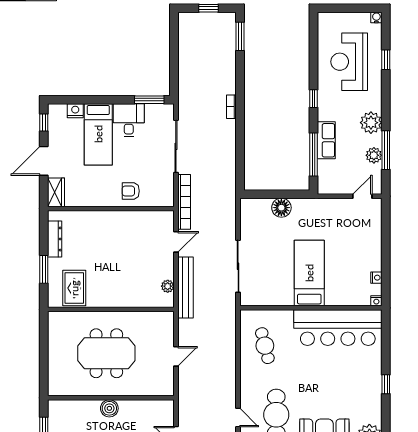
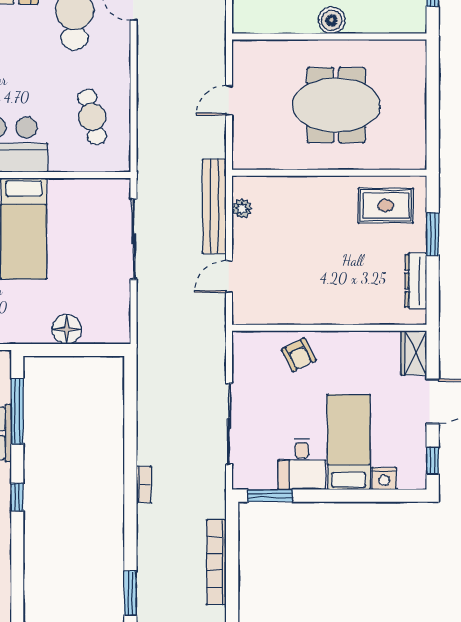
armchair: (131, 191) -> (299, 355), turned 63
bookcase: (184, 202) -> (216, 562), moved
rug: (74, 288) -> (386, 206), turned 90

